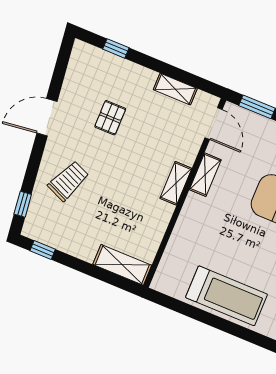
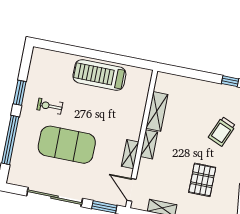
pallet: (110, 118) -> (202, 180), width x1.50, depth x1.42
shelving: (122, 265) -> (157, 111), moved, turned 90

